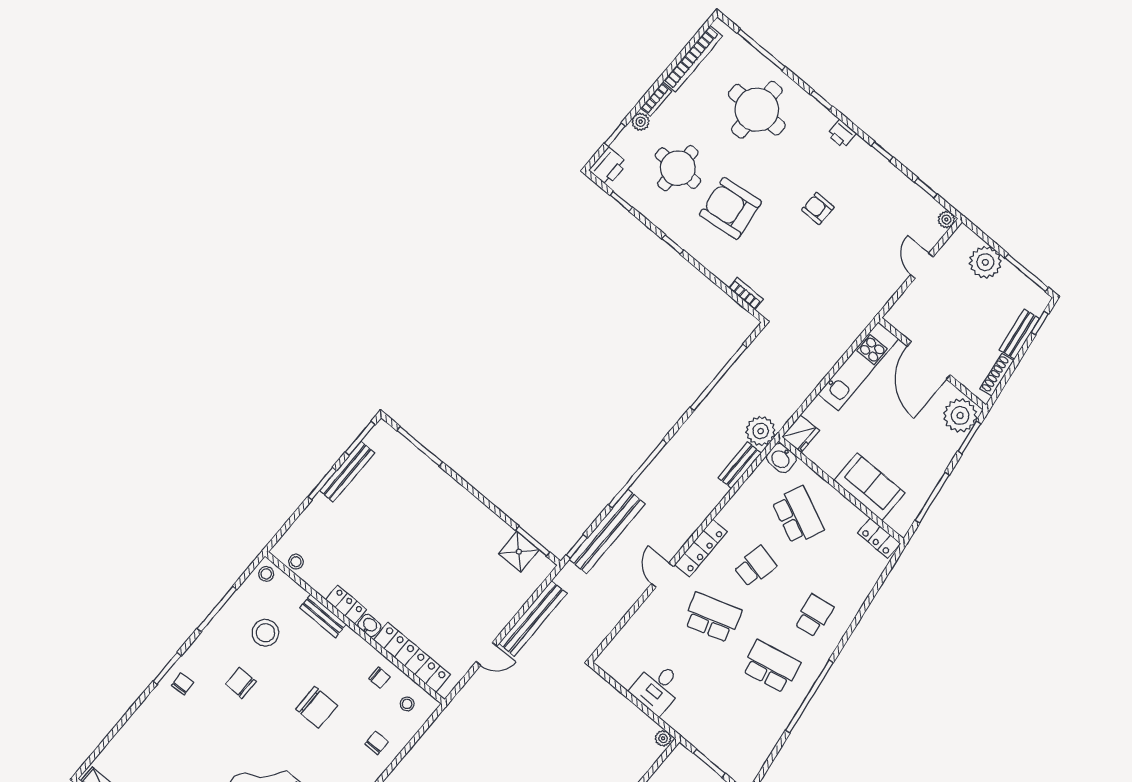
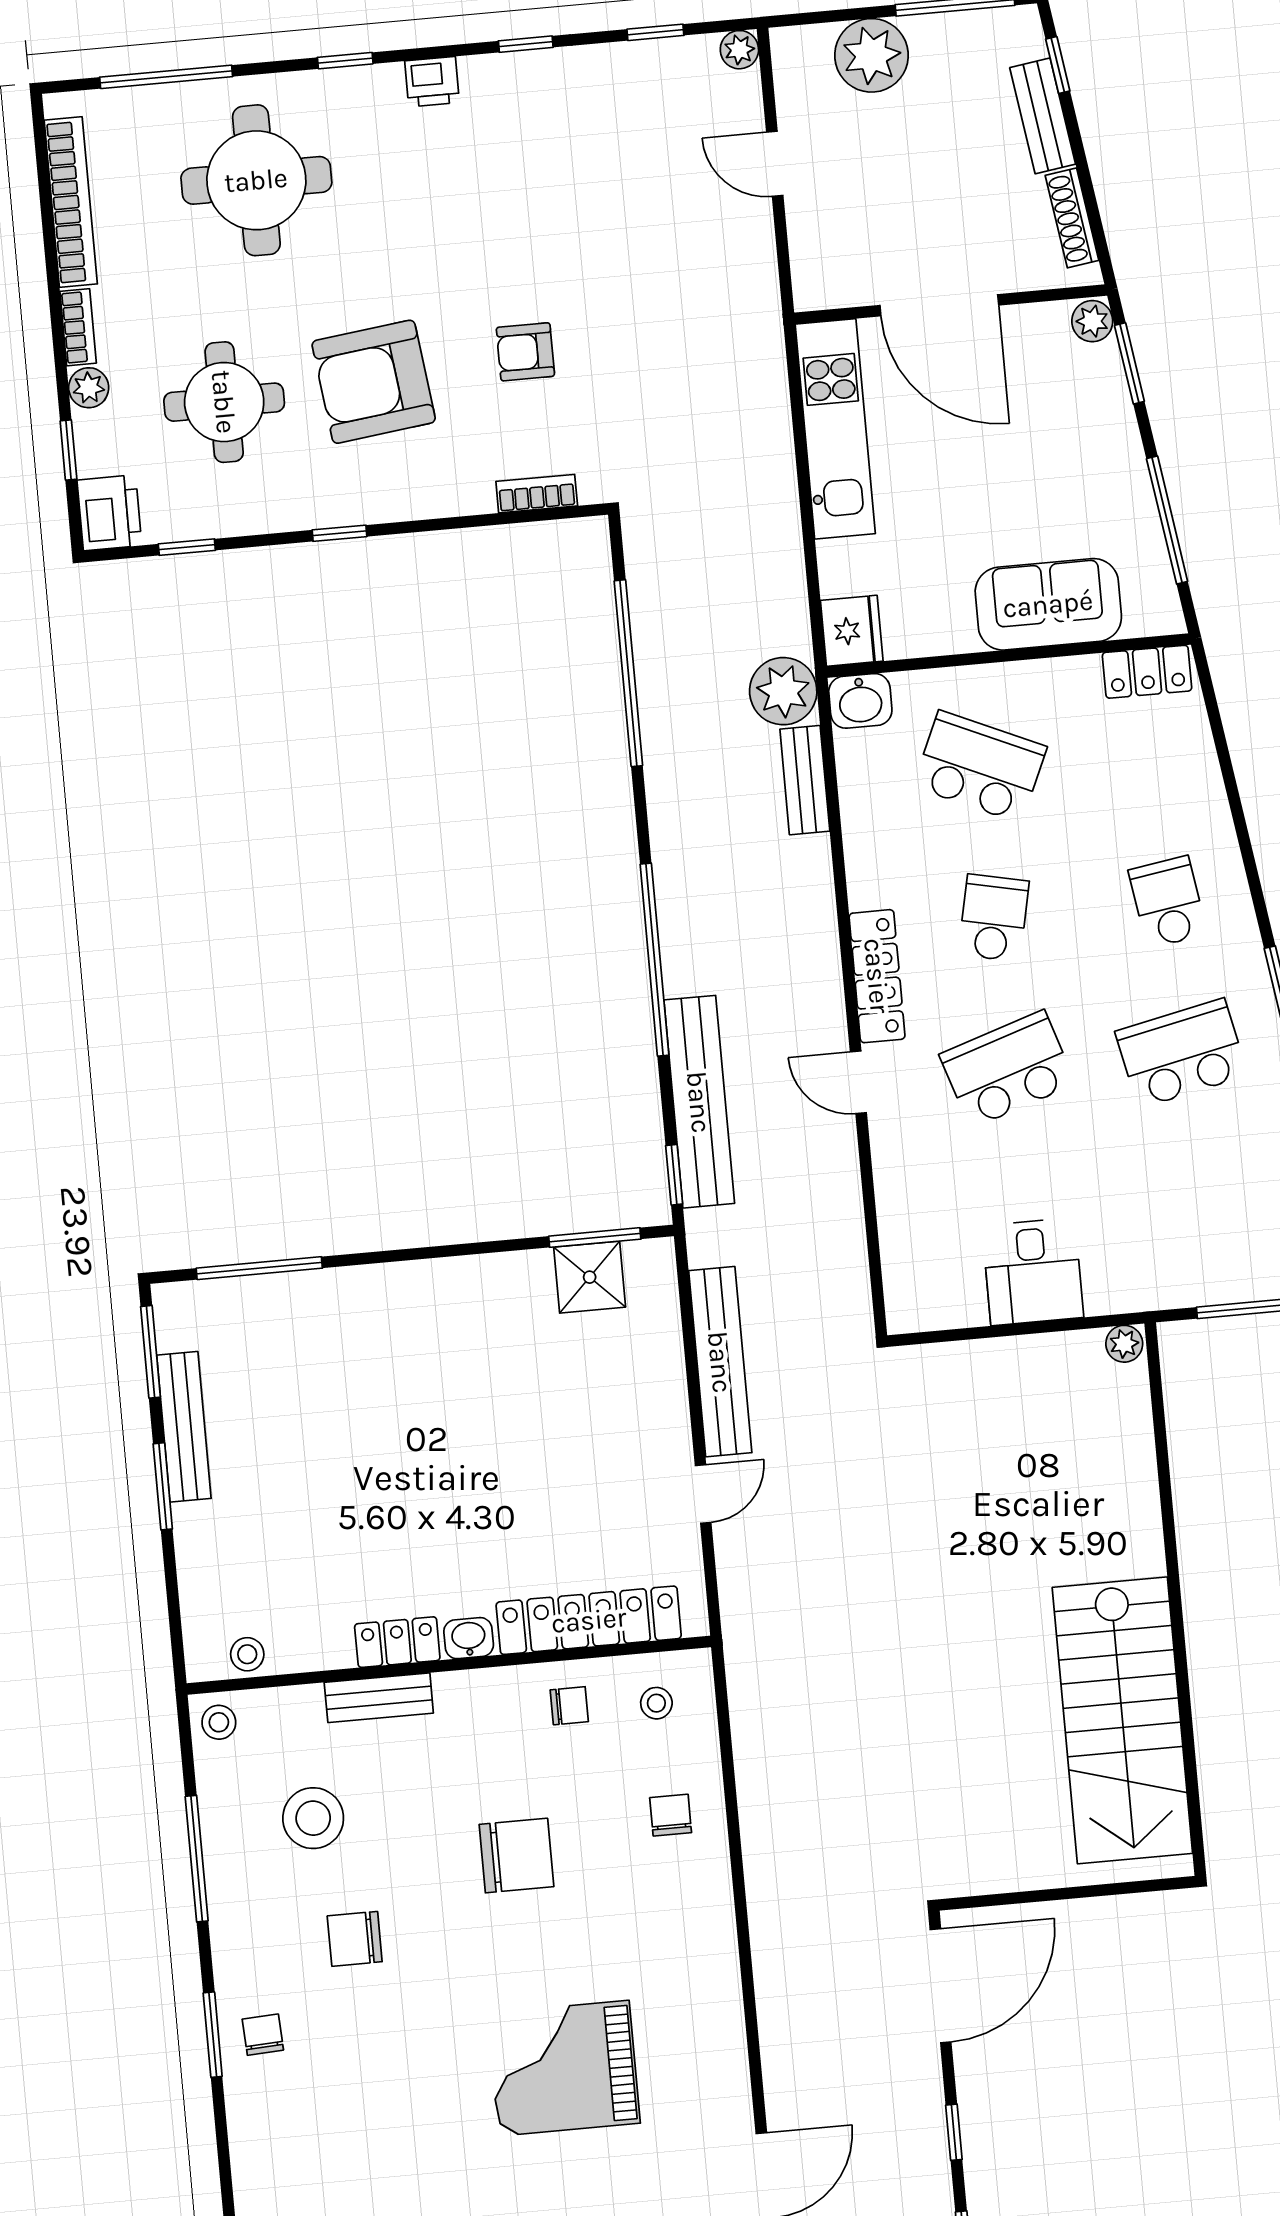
armchair: (818, 208) -> (525, 352), moved
plant: (960, 415) -> (1092, 321), width x0.53, depth x0.53

